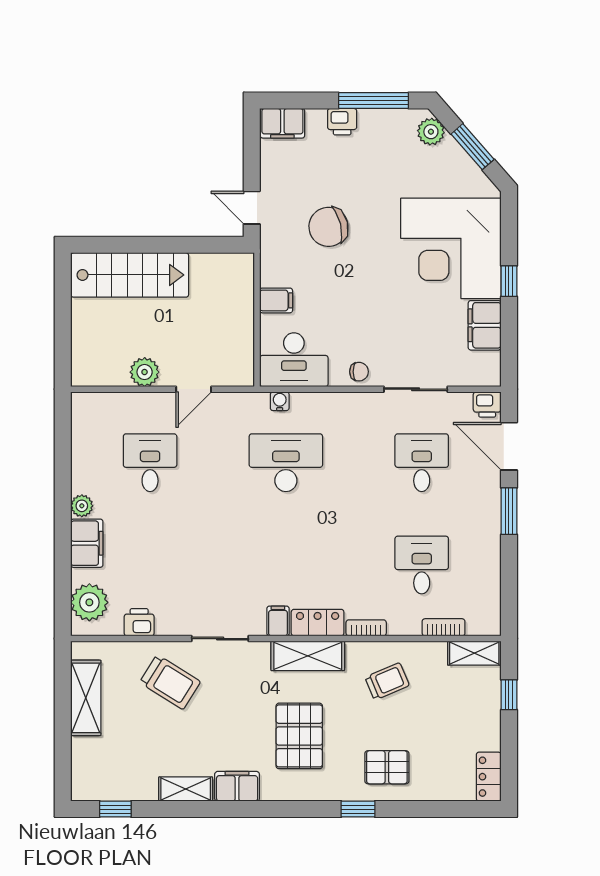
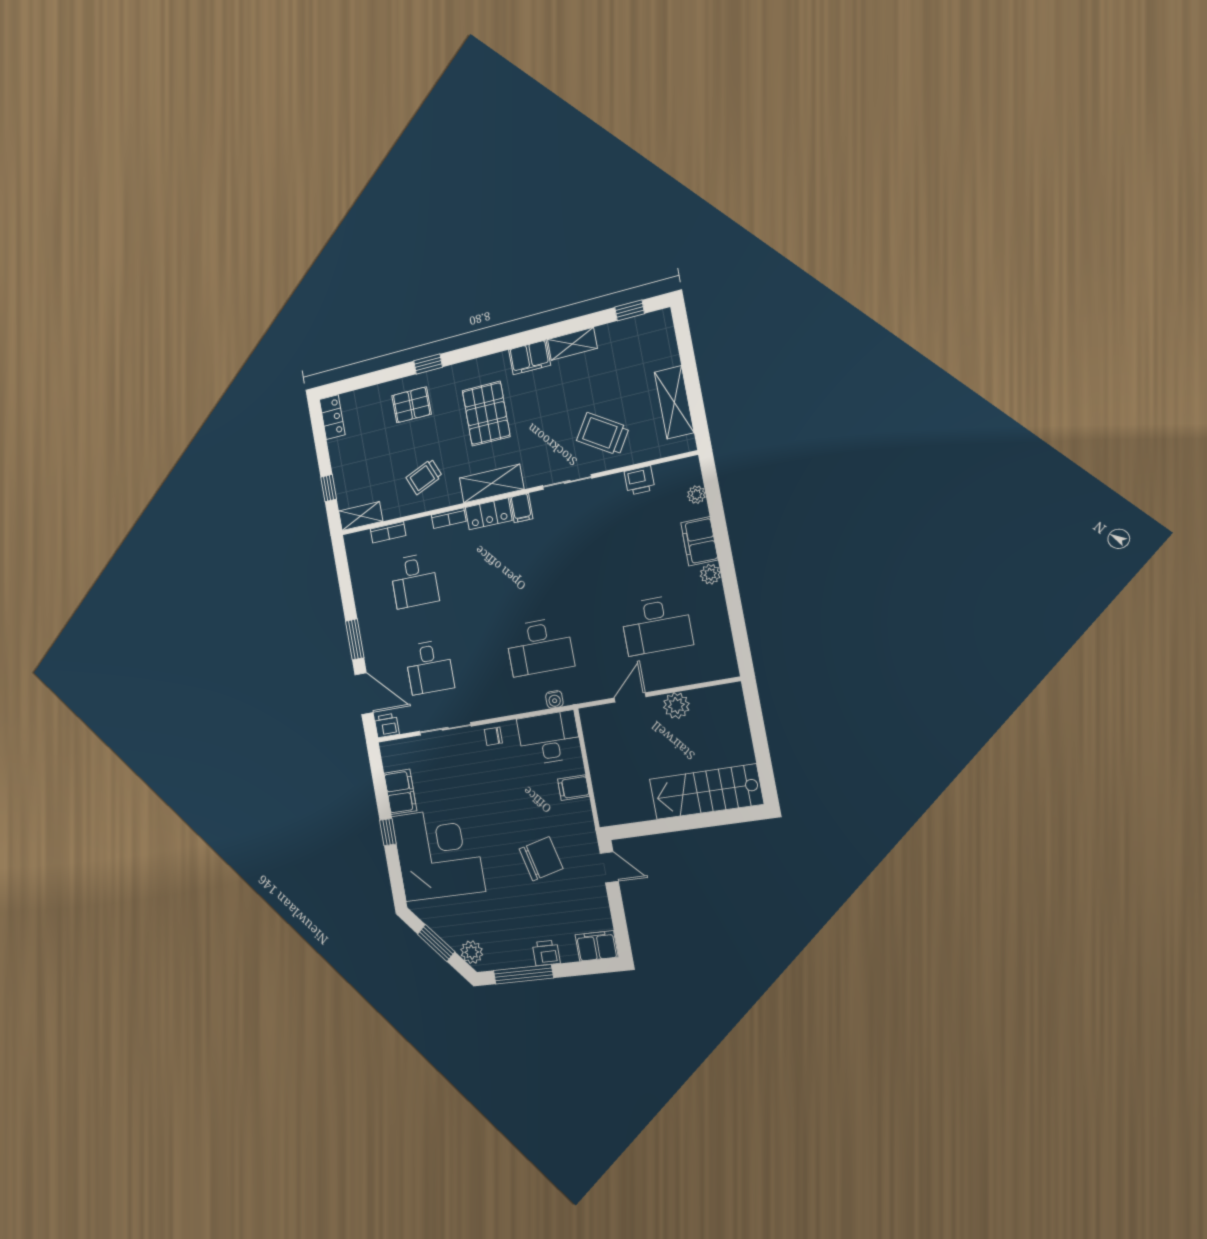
desk: (150, 463) -> (656, 625), width x1.37
plant: (89, 602) -> (696, 495), width x0.53, depth x0.53

